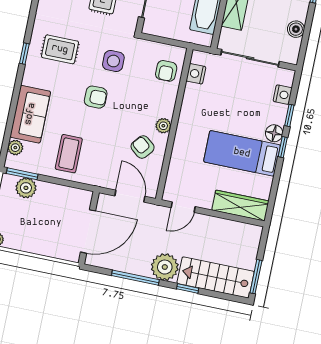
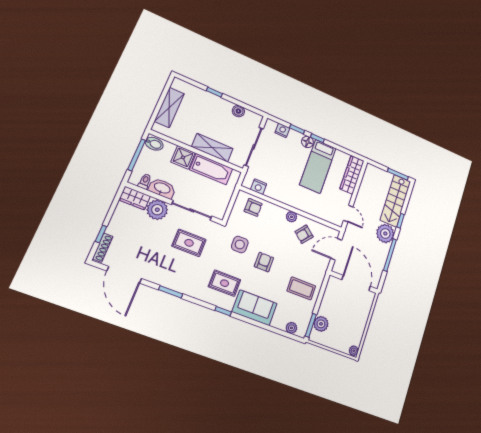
rug: (60, 49) -> (225, 283), turned 90
sofa: (30, 114) -> (255, 308), moved

